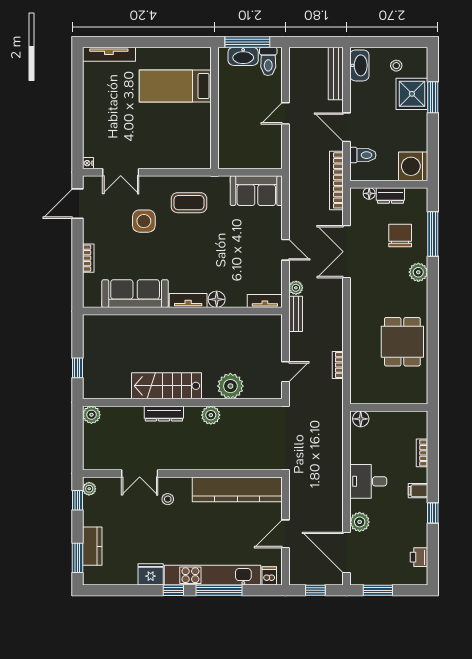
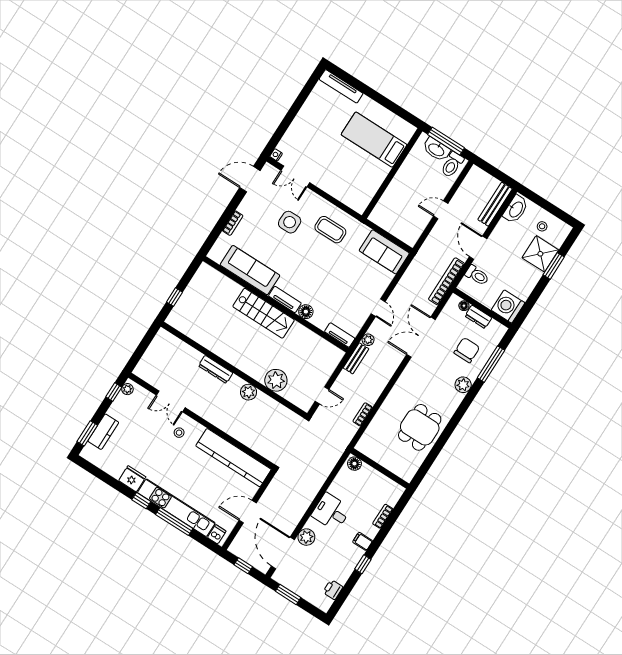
stairs: (166, 386) -> (264, 313), moved, turned 180
plant: (91, 415) -> (163, 337), removed

